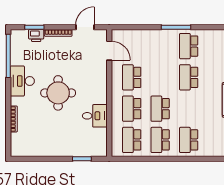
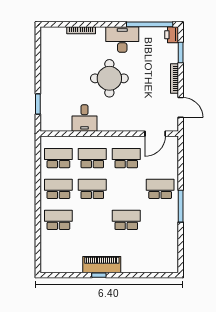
printer: (36, 35) -> (172, 35), moved
school desk: (189, 46) -> (160, 189), moved

